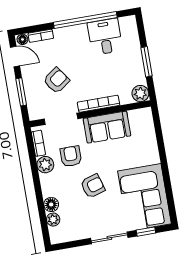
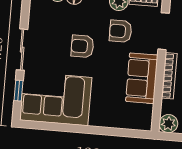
armchair: (71, 156) -> (121, 31), turned 180
armchair: (93, 186) -> (82, 46), turned 107

